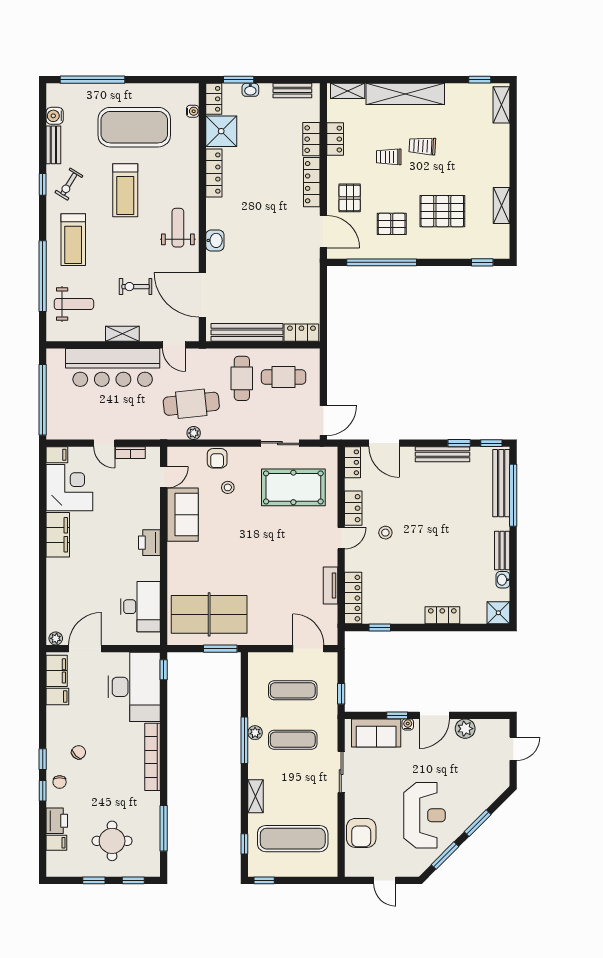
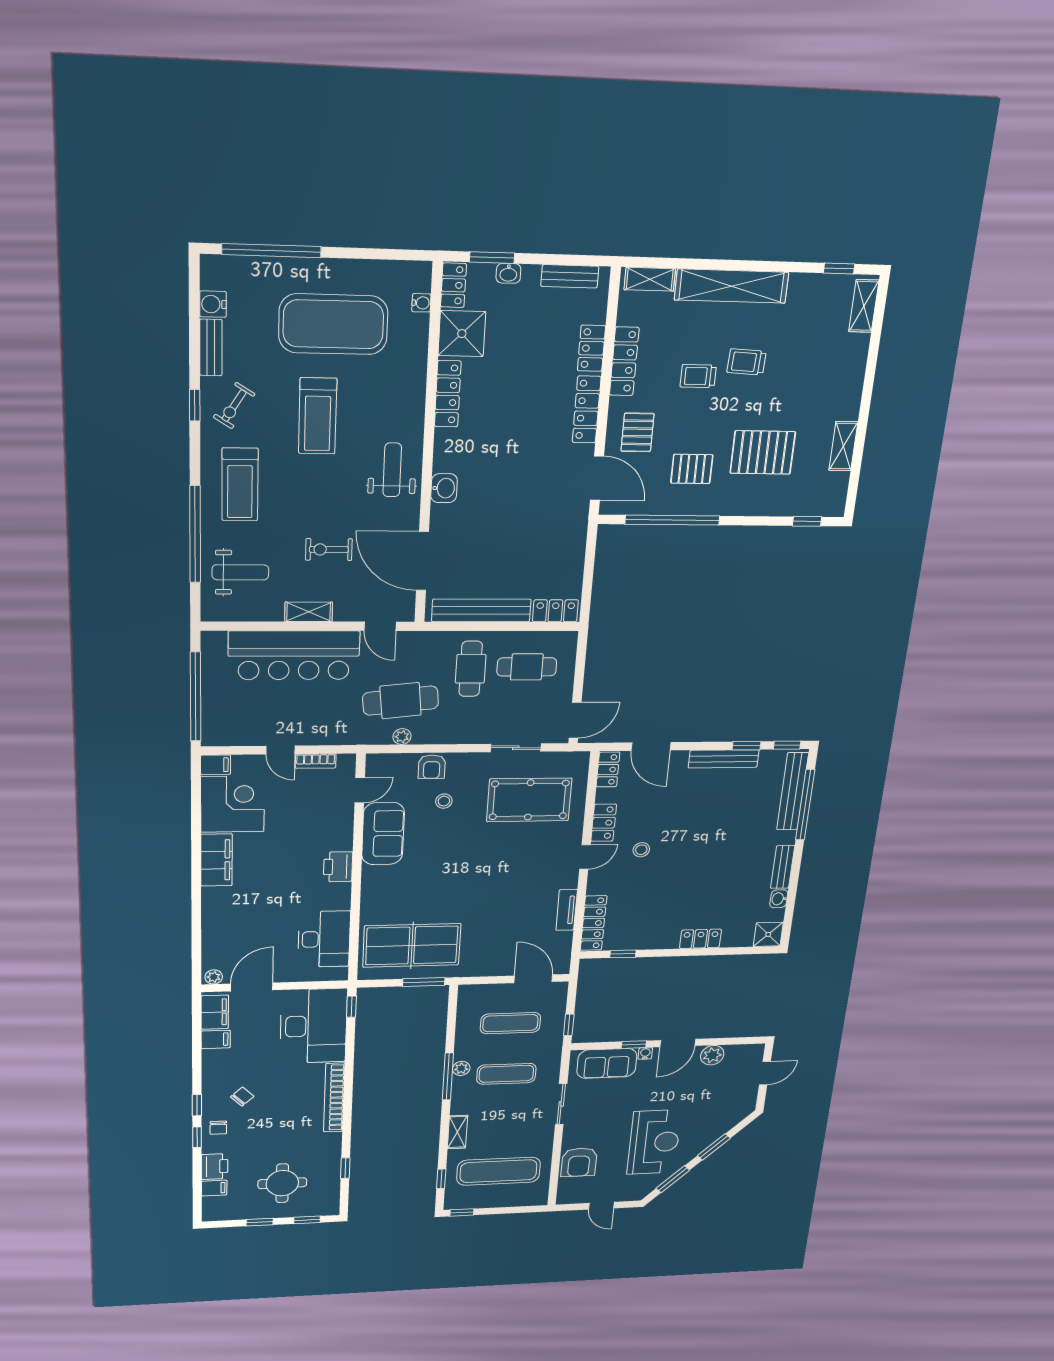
locker: (335, 139) -> (624, 361), width x1.53
window: (164, 828) -> (345, 1168), width x0.46

